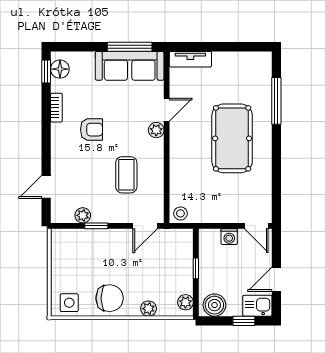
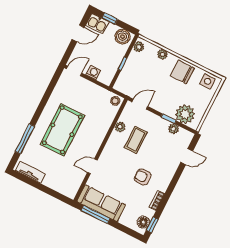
tv unit: (190, 59) -> (30, 172), moved
plant: (156, 130) -> (120, 127), moved
door: (256, 226) -> (74, 71), hinge flipped
plant: (77, 243) -> (185, 114), added

